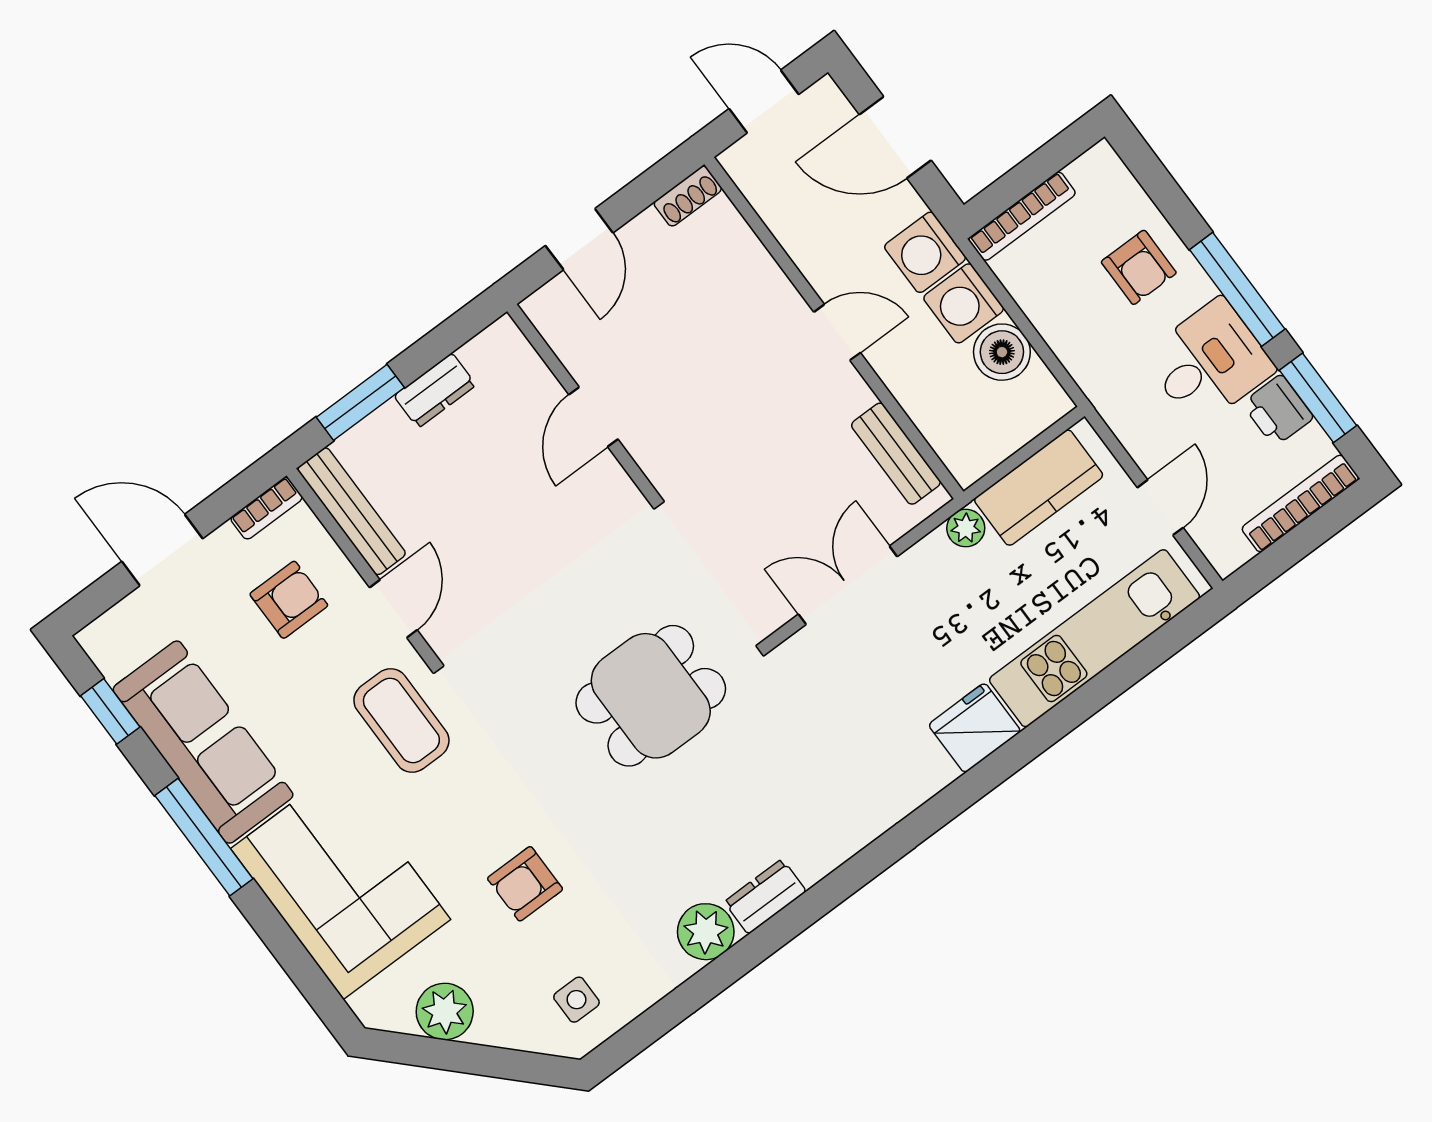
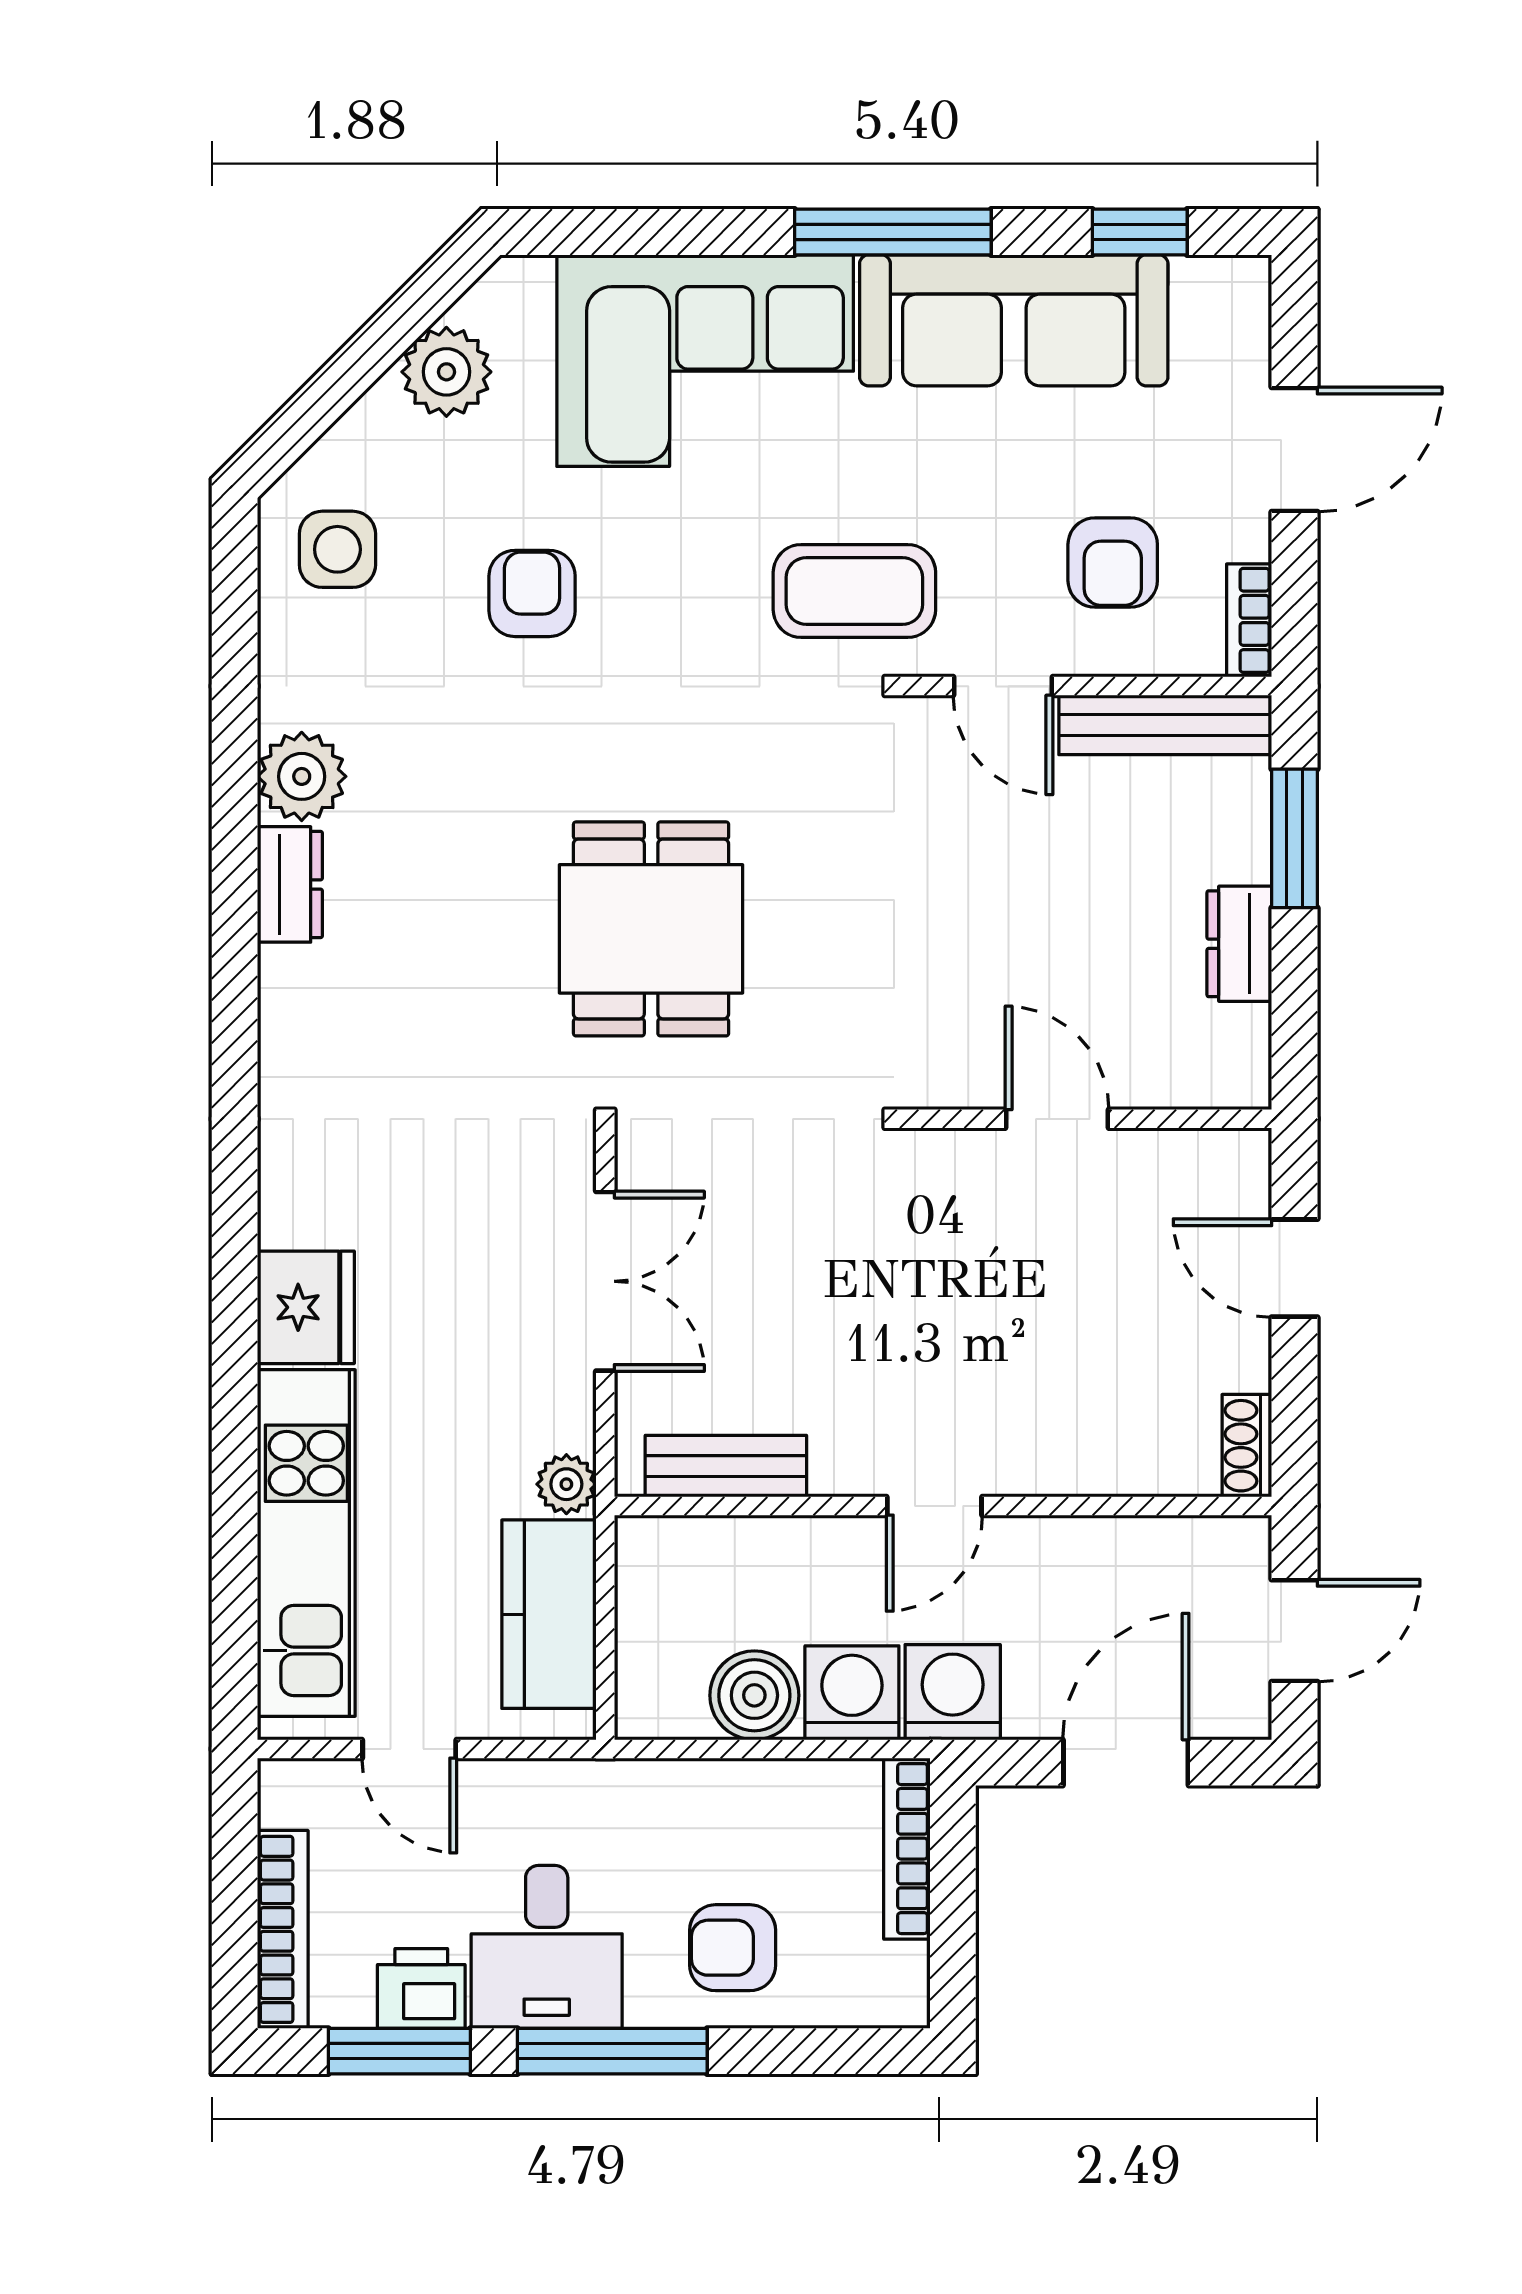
side table: (576, 1000) -> (337, 549), width x1.37, depth x1.37

